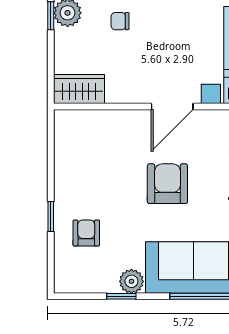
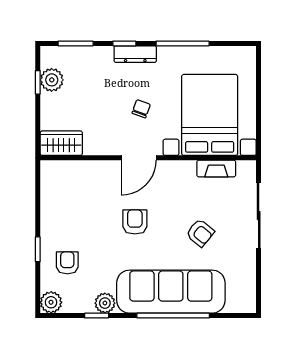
chair: (120, 21) -> (141, 109), moved, turned 110
armchair: (167, 184) -> (135, 222), width x0.72, depth x0.72
plant: (67, 280) -> (51, 302), added

